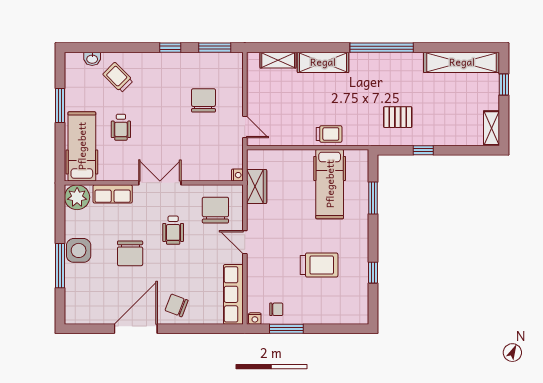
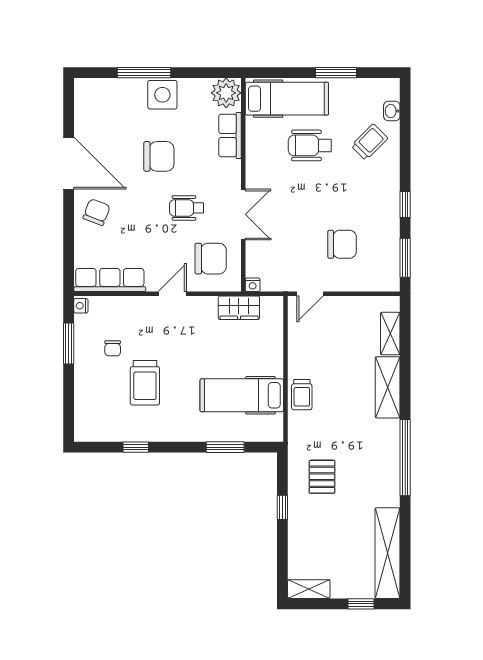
wheelchair: (121, 127) -> (310, 145), width x1.36, depth x1.37
double door: (160, 183) -> (243, 214), moved
chair: (130, 253) -> (159, 156), turned 180
chair: (276, 309) -> (113, 348), moved

